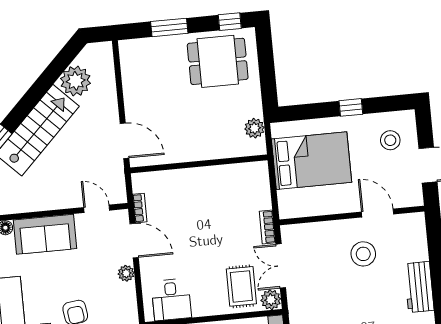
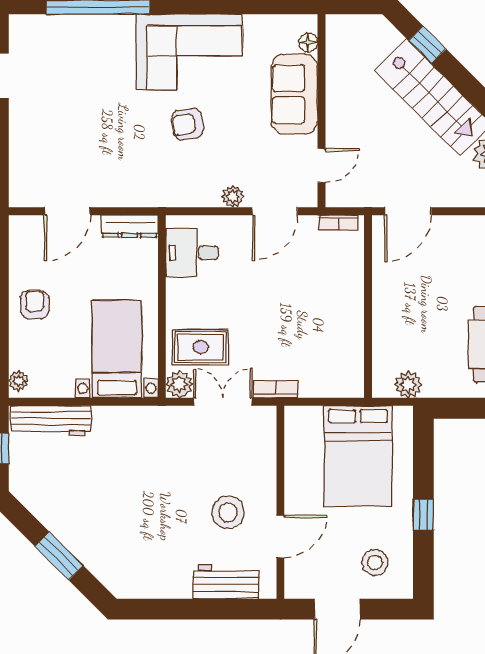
bookcase: (140, 208) -> (338, 223), moved
workbench: (419, 287) -> (226, 582), moved

